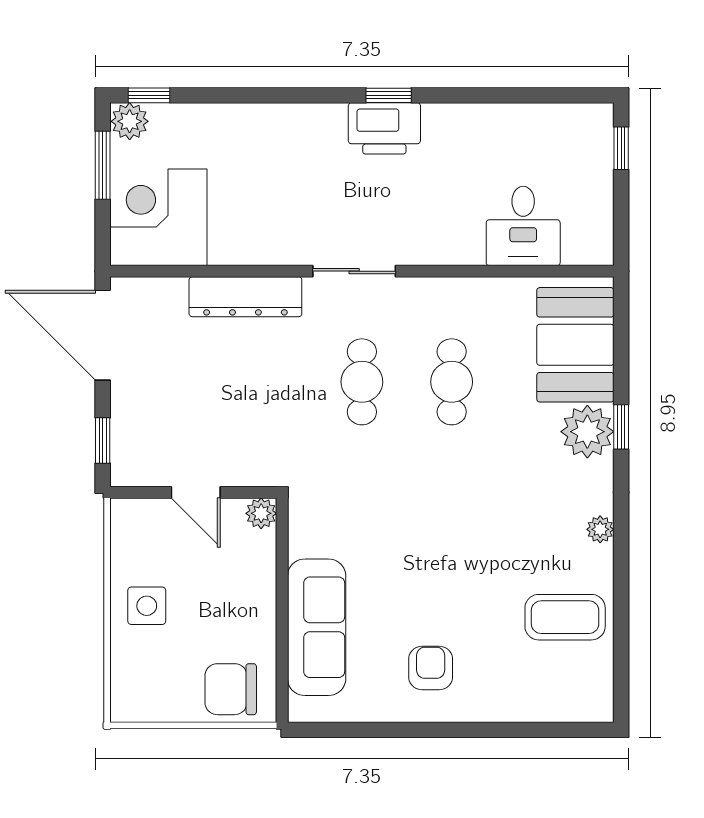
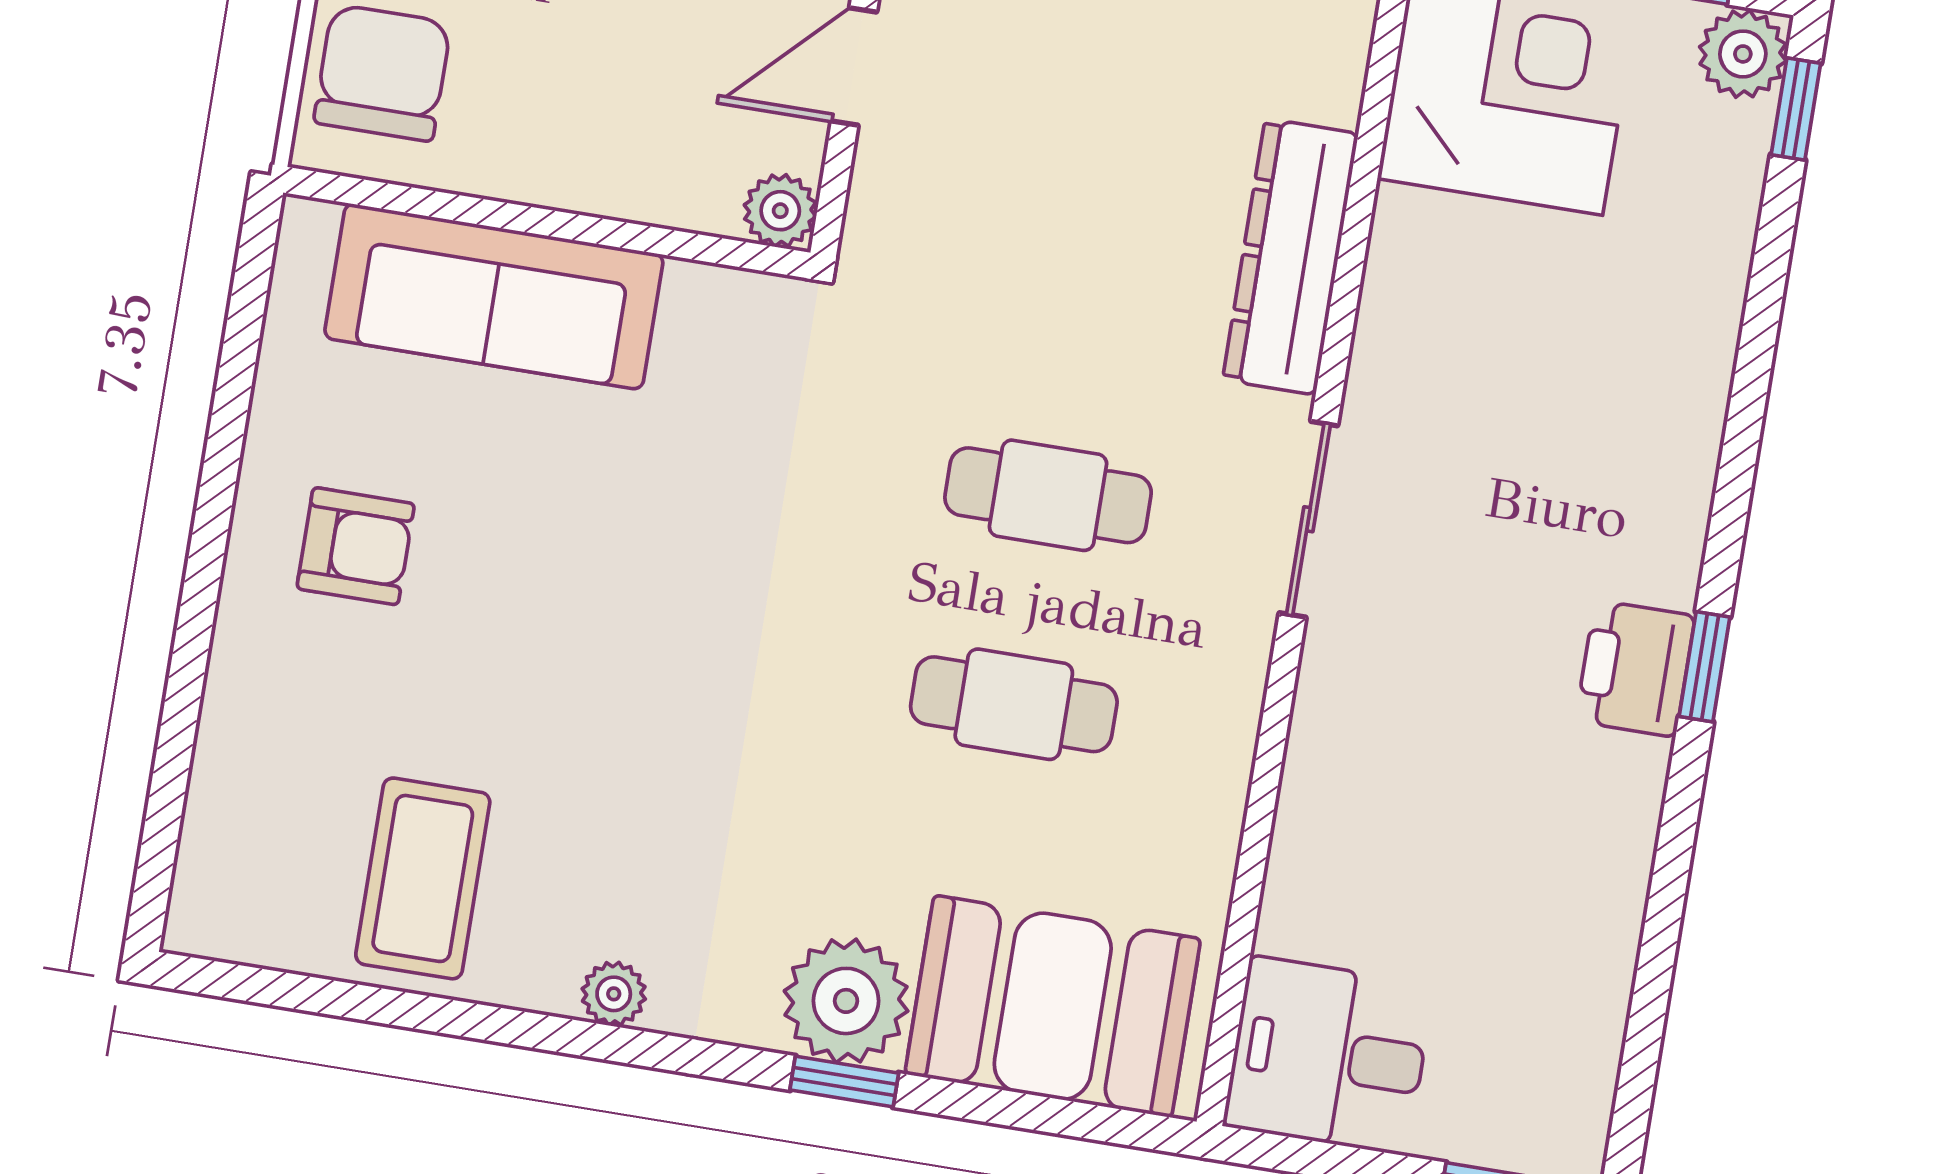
printer: (384, 128) -> (1635, 669), width x0.73, depth x0.84
desk: (523, 226) -> (1329, 1055), moved

